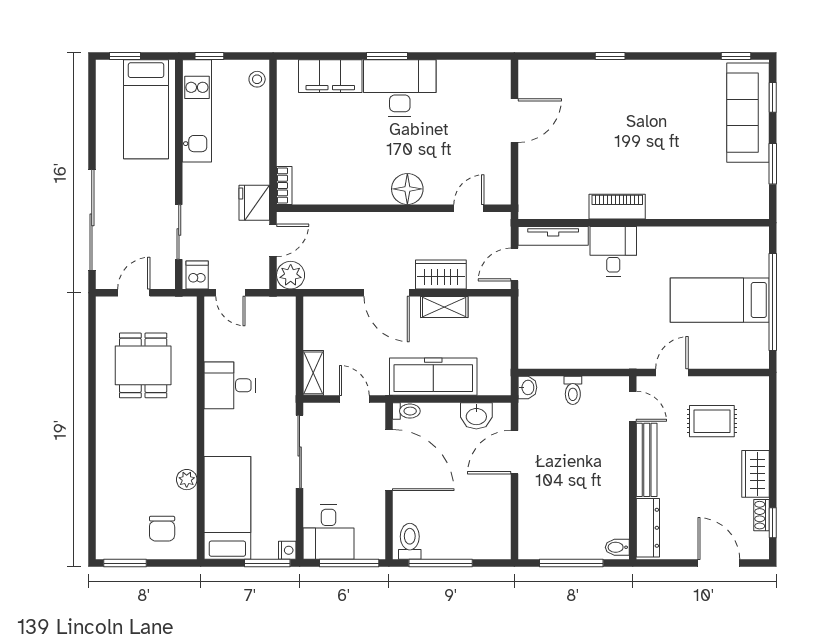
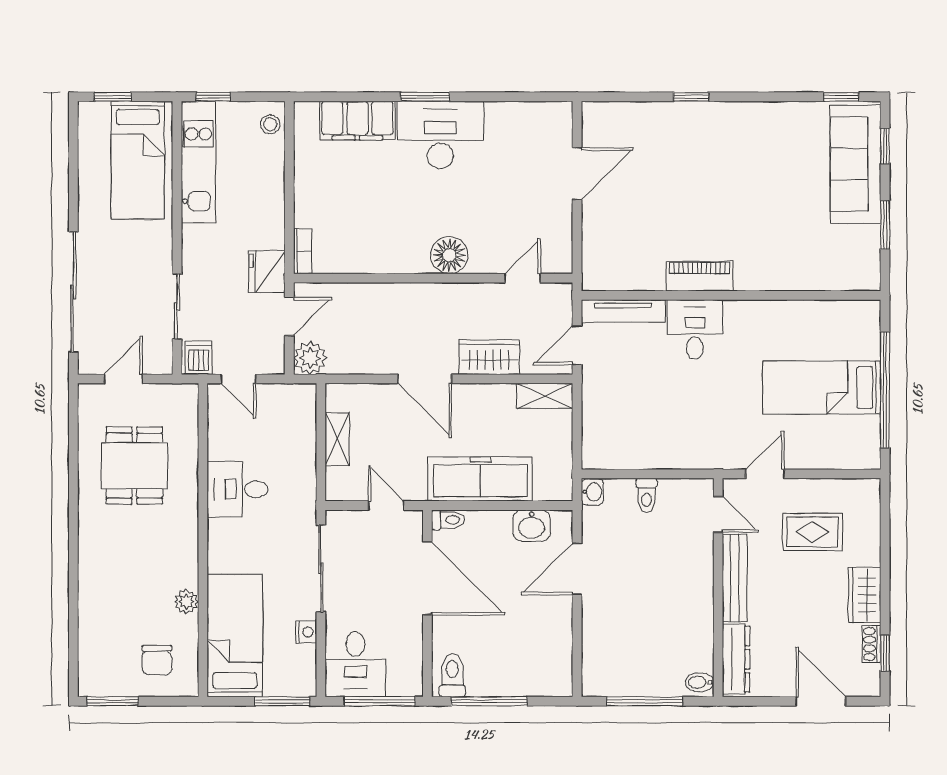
shelving: (444, 307) -> (545, 396), moved
shelving: (313, 373) -> (337, 439), moved
nightstand: (287, 550) -> (306, 632), moved

